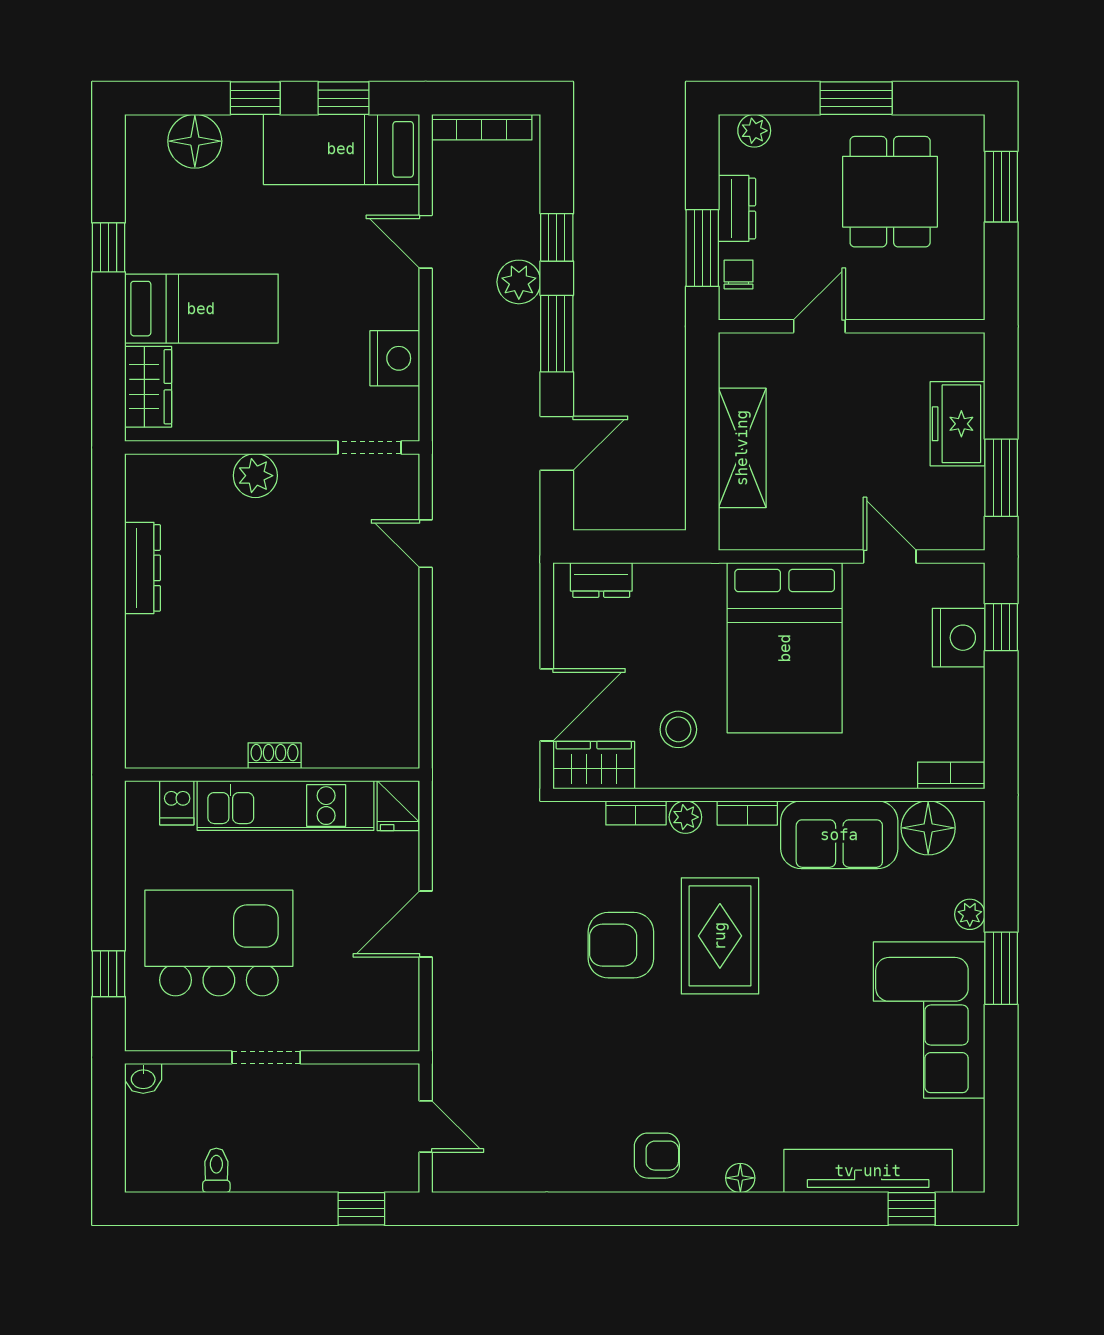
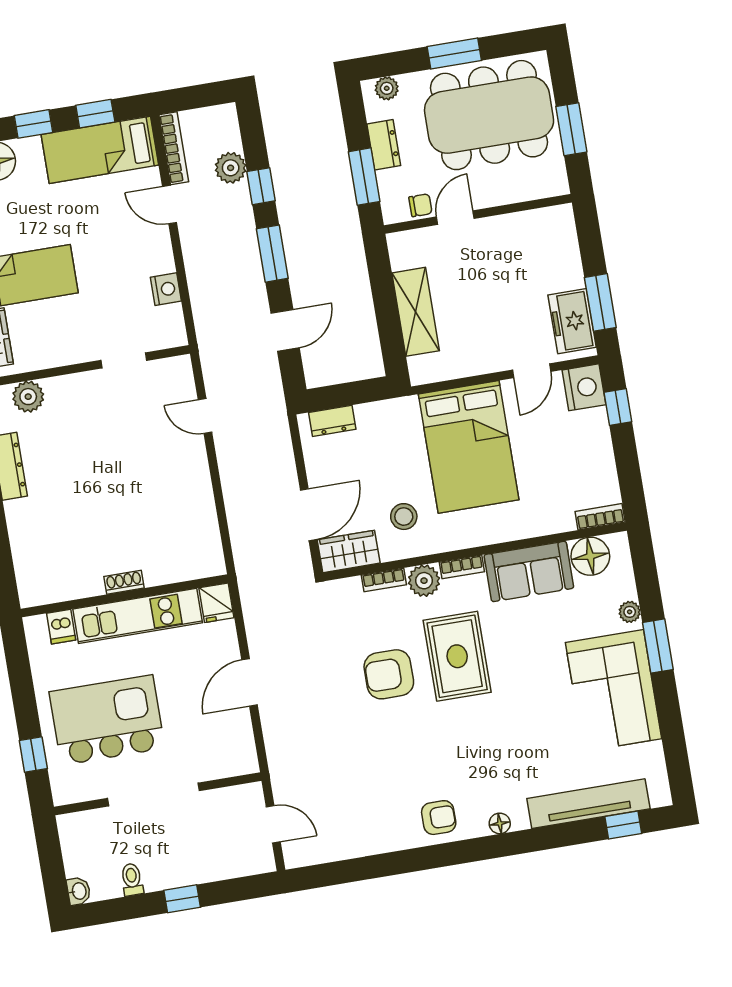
bookcase: (482, 127) -> (174, 148), moved, turned -90
window: (1001, 187) -> (571, 129), moved
dining table: (890, 192) -> (489, 115), width x1.88, depth x1.24
chair: (739, 274) -> (420, 205), moved, turned 90
plant: (519, 282) -> (231, 168), moved
nightstand: (395, 358) -> (166, 289), width x0.74, depth x0.75
freezer: (958, 424) -> (572, 321), moved
doorway: (369, 447) -> (124, 360), moved
plant: (255, 476) -> (28, 397), moved
door: (890, 557) -> (532, 371), swing flipped
nightstand: (959, 638) -> (584, 387), moved
plant: (685, 817) -> (424, 581), width x1.38, depth x1.38
doorway: (266, 1057) -> (154, 795), width x1.88
washbasin: (143, 1078) -> (79, 891), moved, turned -90
window: (361, 1209) -> (182, 899), moved

